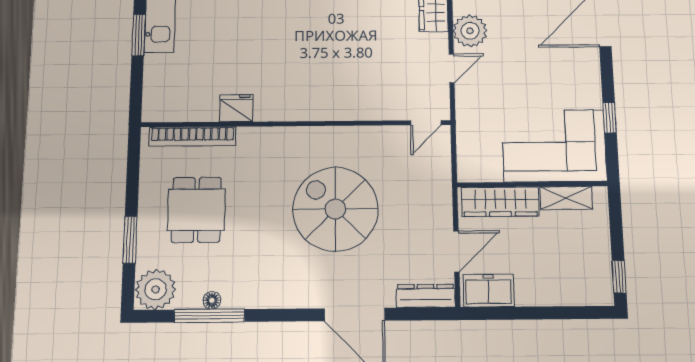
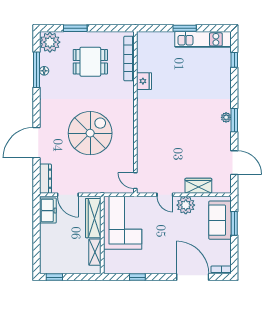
corner sofa: (554, 146) -> (123, 223), moved

